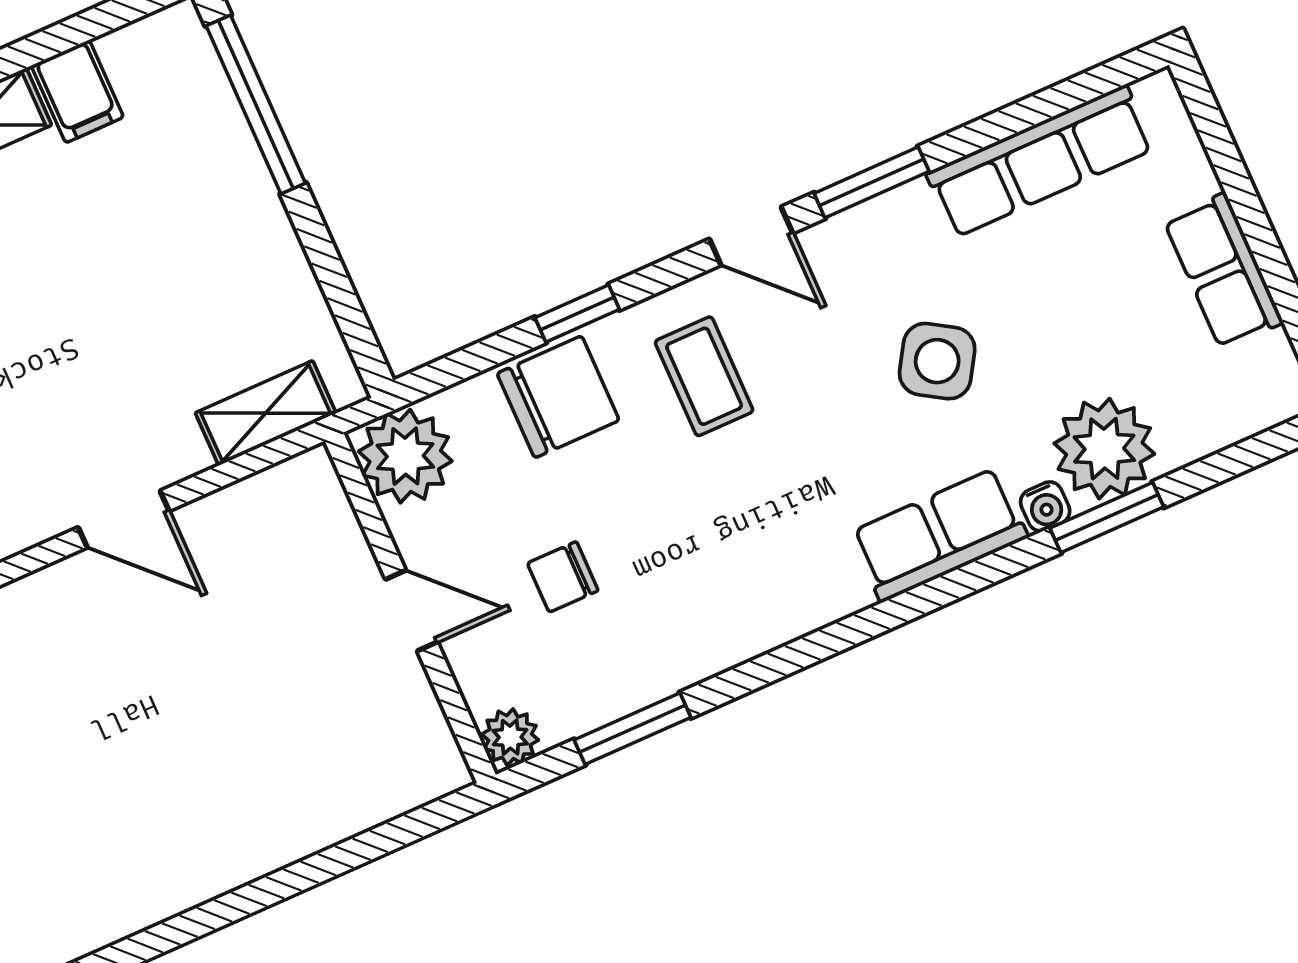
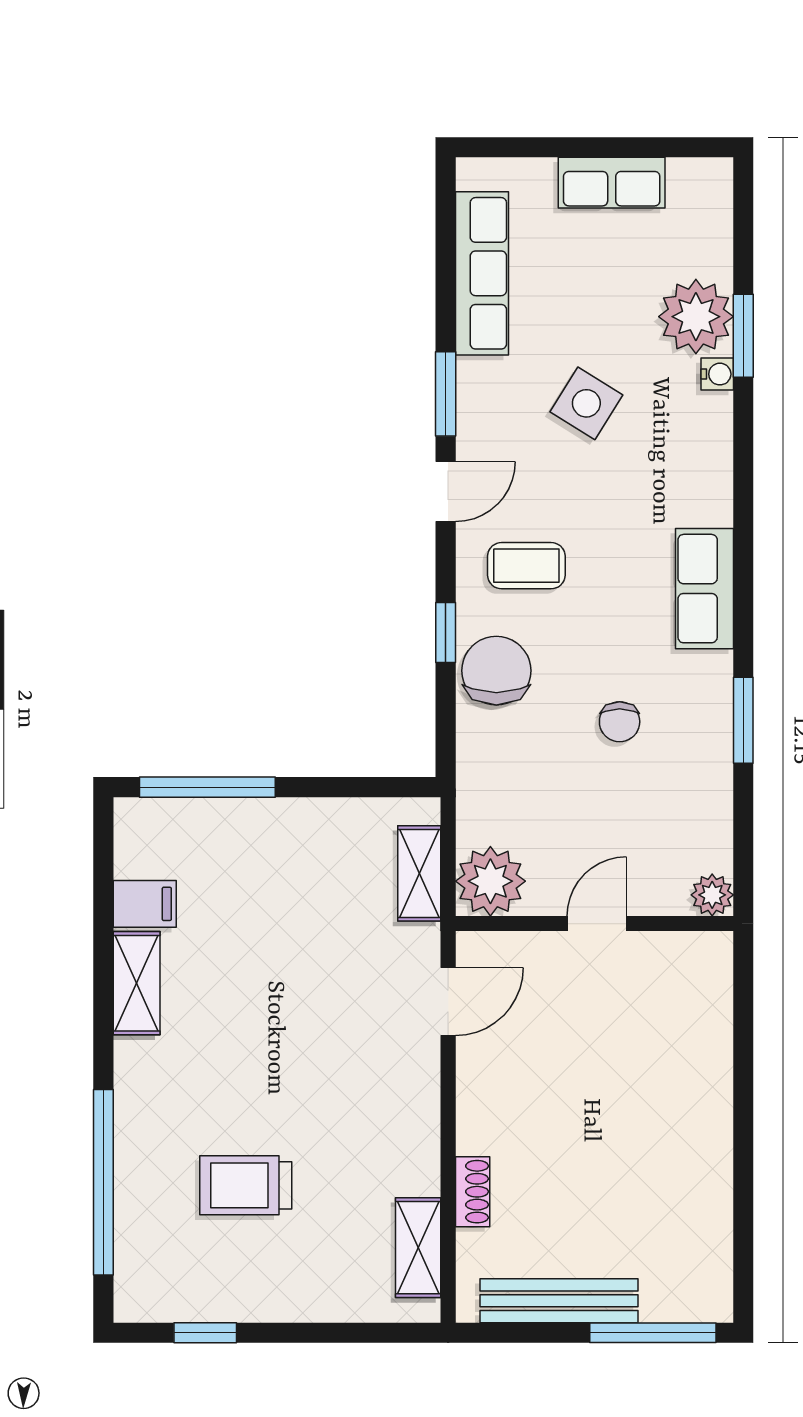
plant: (405, 456) -> (490, 881), moved
row of seats: (939, 535) -> (705, 589), moved
wall: (410, 608) -> (594, 924), moved
door: (411, 611) -> (597, 924), moved
plant: (510, 737) -> (712, 895), moved

